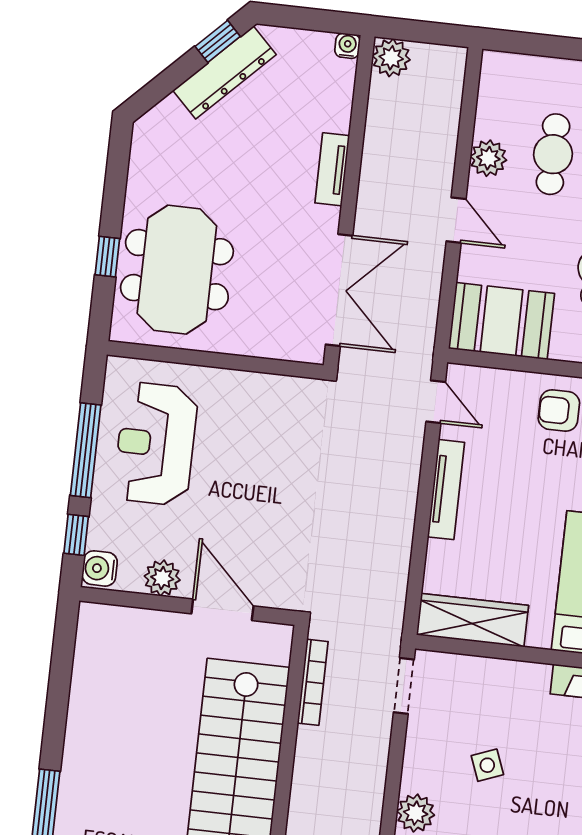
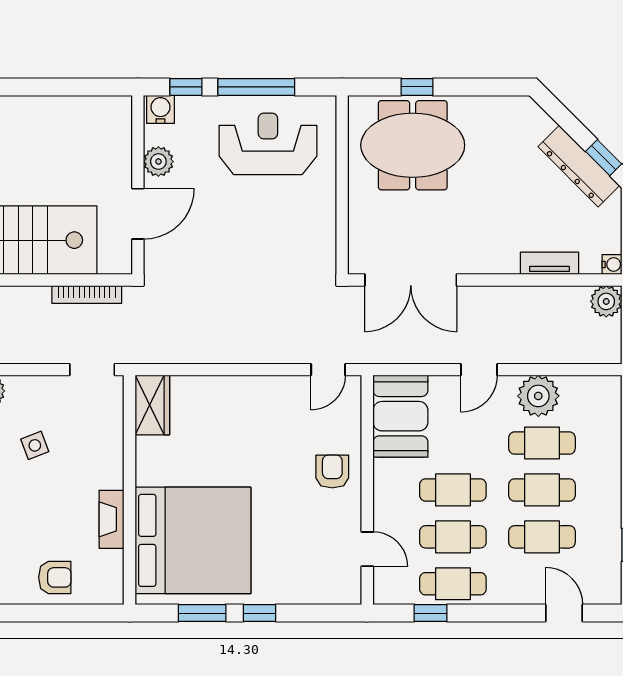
plant: (488, 158) -> (538, 396), width x1.36, depth x1.36
tv unit: (332, 169) -> (549, 263), moved
tv unit: (446, 490) -> (257, 386), removed
wardrobe: (472, 620) -> (152, 405), width x0.67

